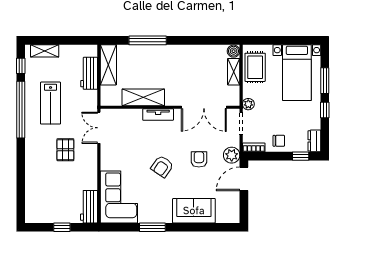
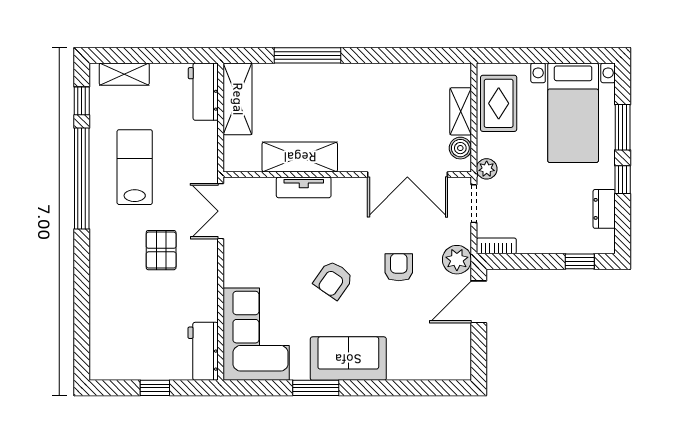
boiler: (234, 51) -> (460, 148), moved
workbench: (89, 73) -> (203, 92), moved
lab bench: (51, 103) -> (135, 167), turned 180
tv unit: (158, 115) -> (304, 187), moved
chair: (279, 141) -> (541, 234), removed
dresser: (314, 141) -> (604, 209), moved
sofa: (194, 211) -> (348, 359), moved

